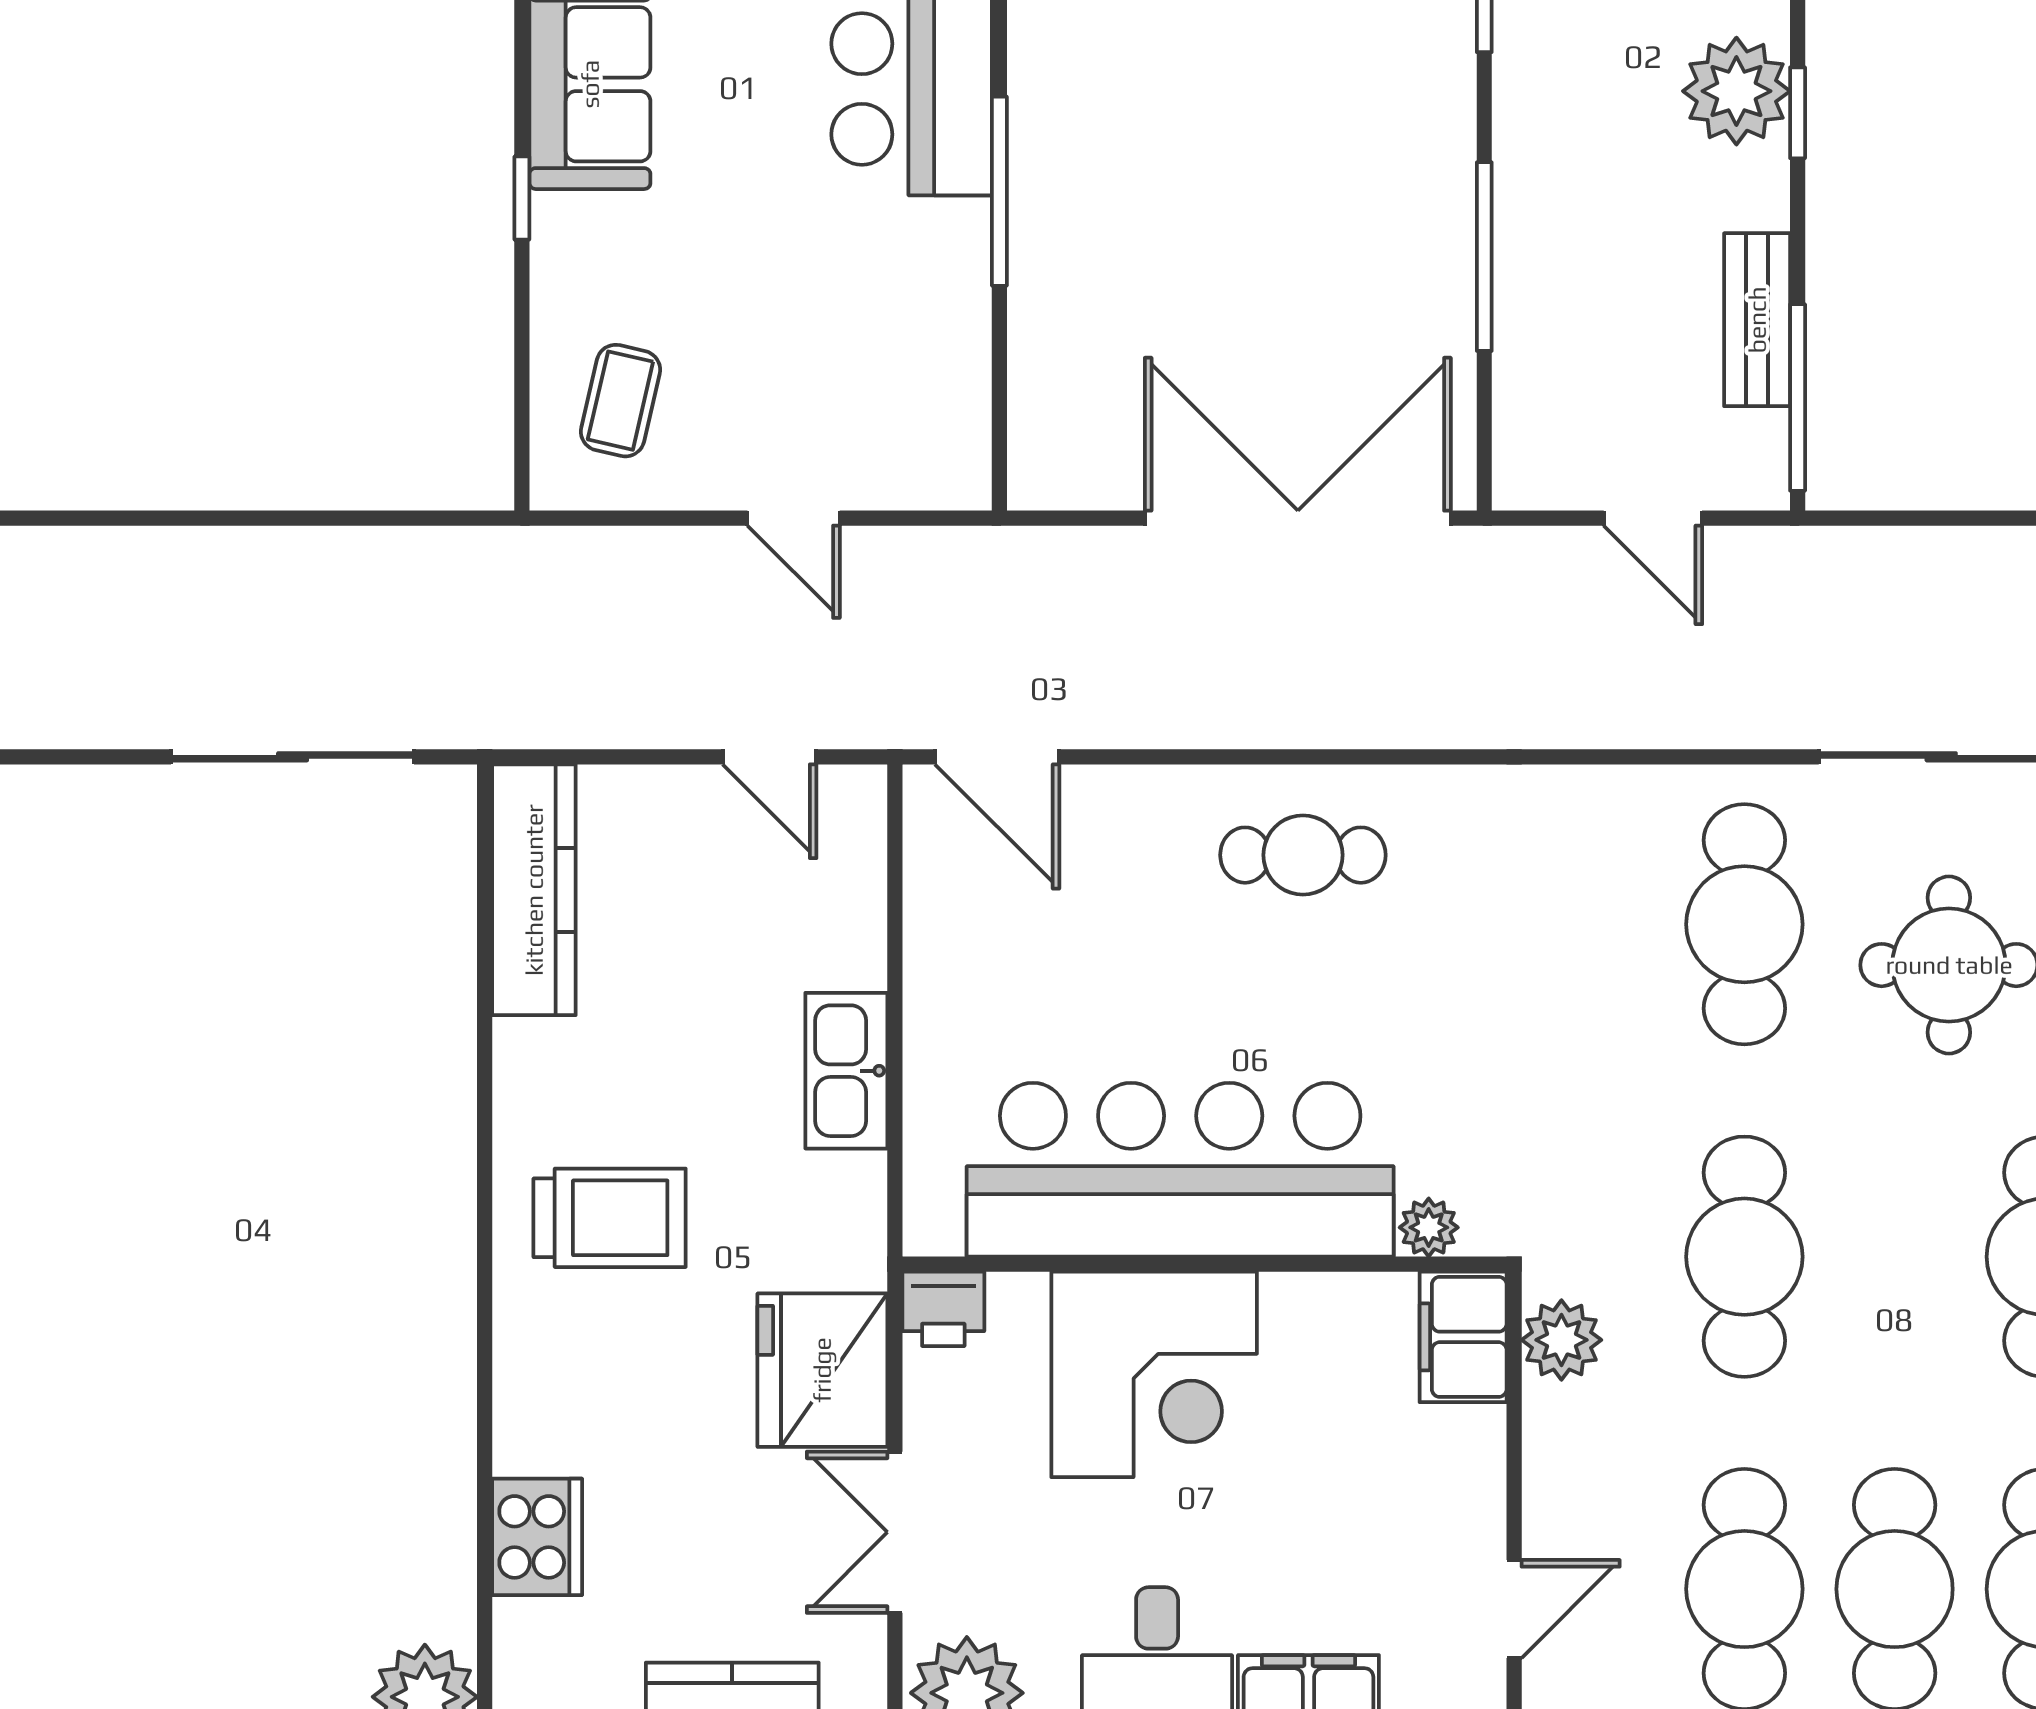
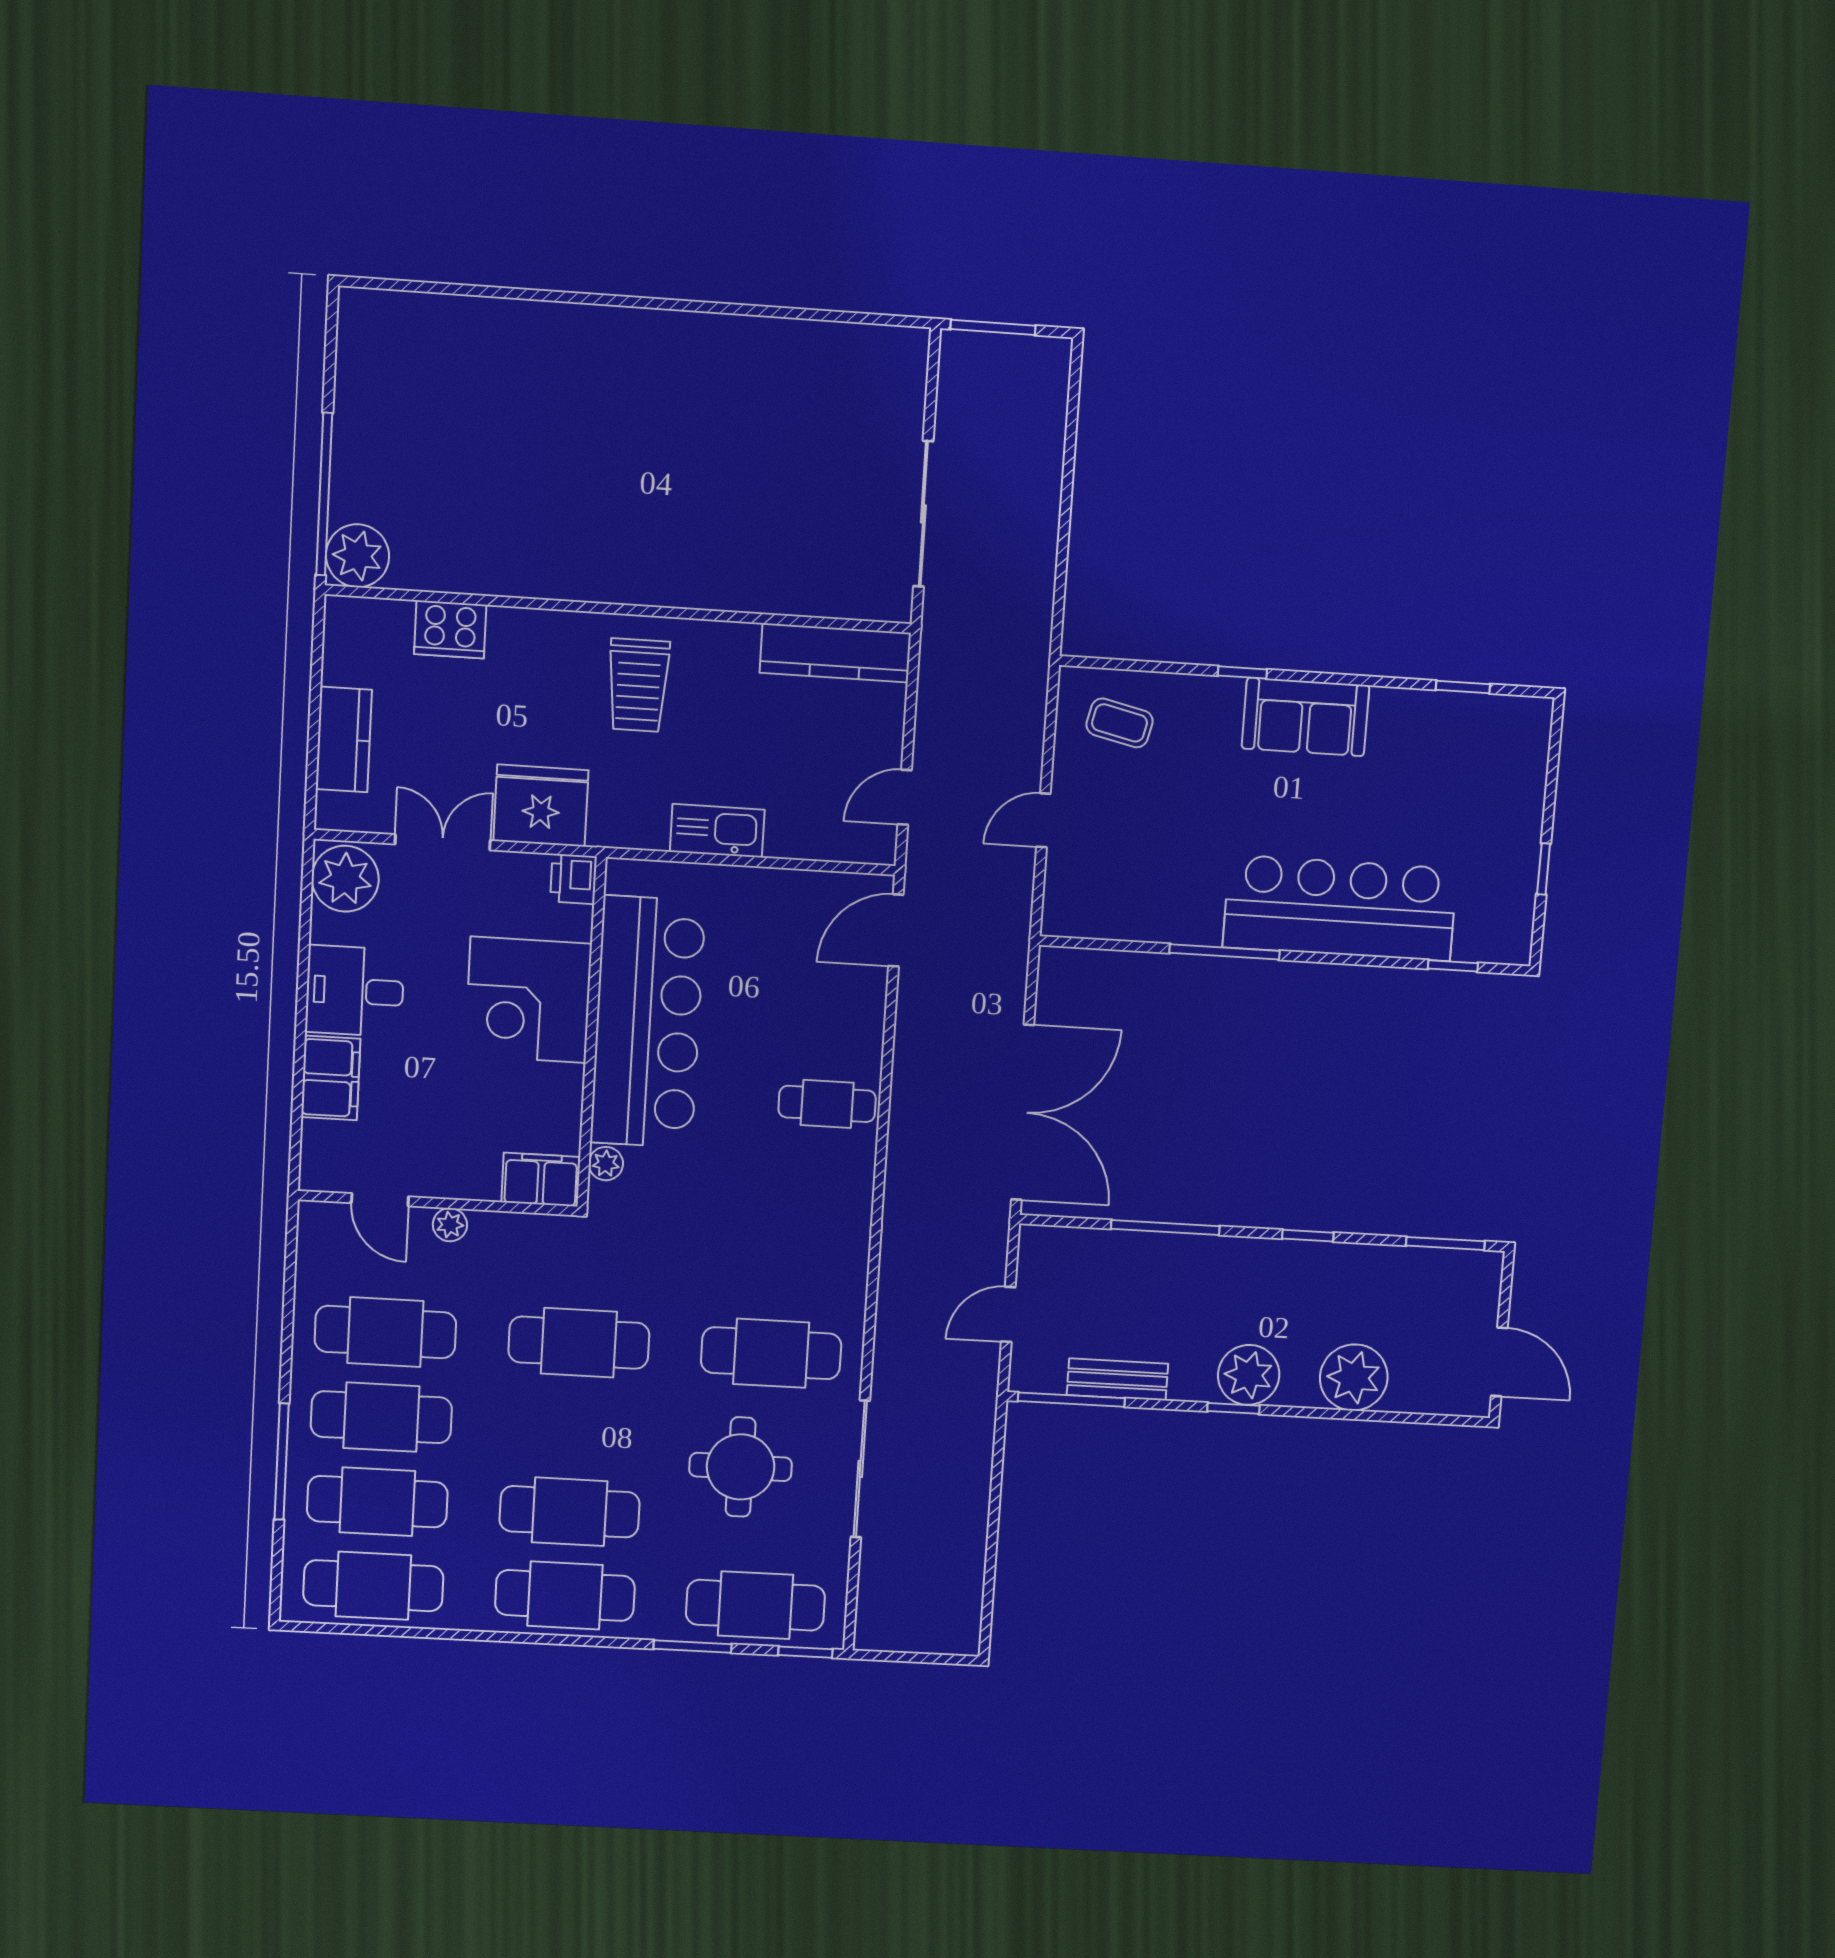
cafe table: (1303, 855) -> (827, 1104), turned 90
plant: (1561, 1340) -> (450, 1225), moved, width x0.73, depth x0.73

